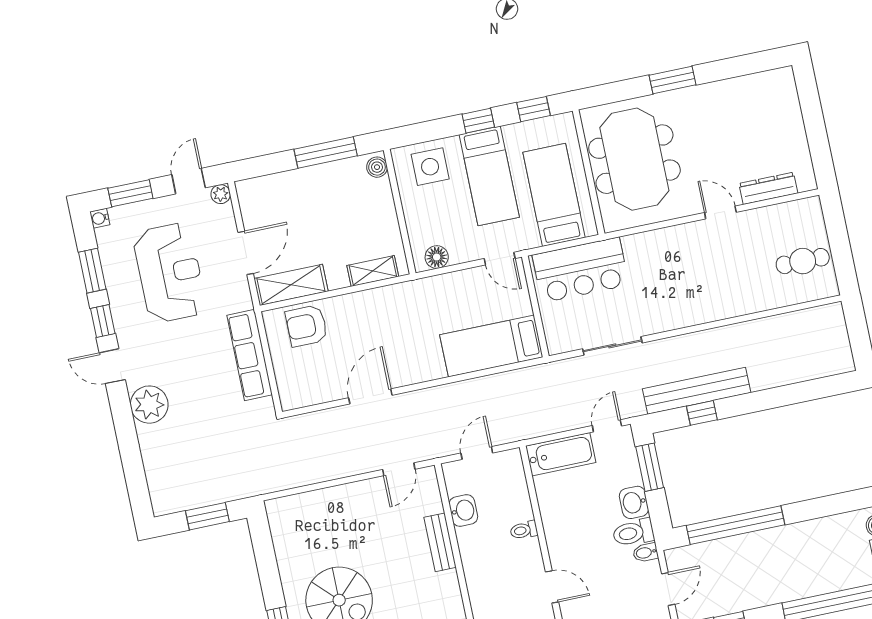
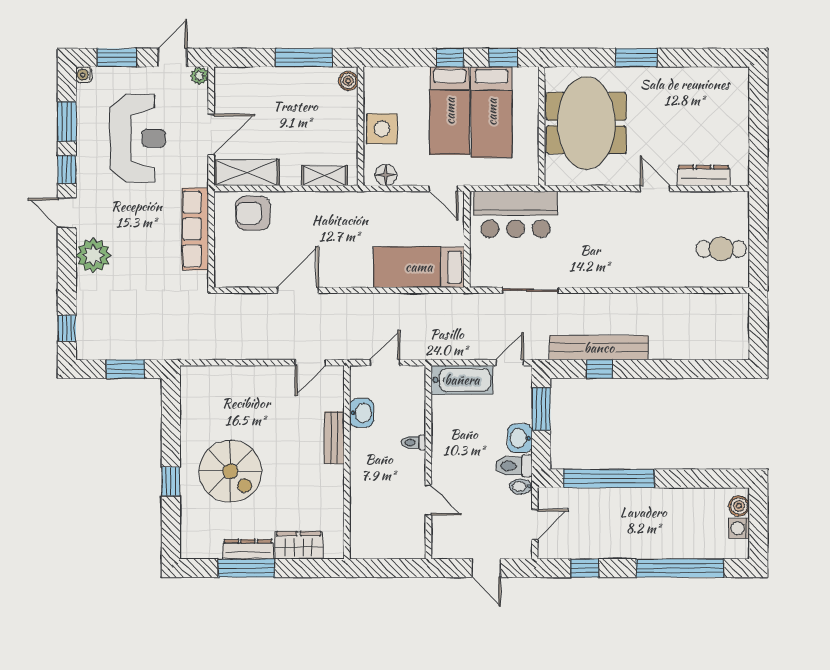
side table: (430, 167) -> (382, 129), moved
bed: (554, 195) -> (492, 112), moved, turned 180
window: (137, 486) -> (67, 328), added

